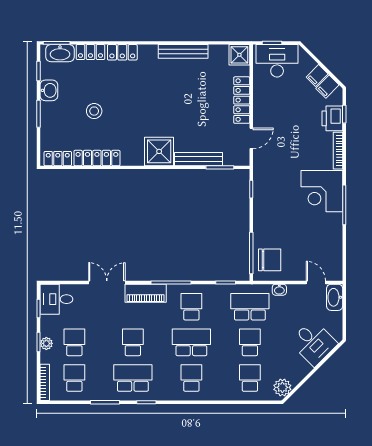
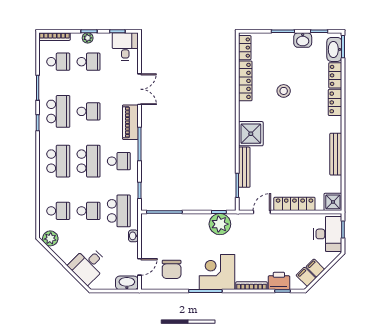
stool: (94, 111) -> (284, 91), moved
door: (251, 138) -> (262, 212), swing flipped
plant: (265, 188) -> (220, 224), added
chair: (270, 260) -> (172, 269), moved
school desk: (191, 378) -> (58, 161), width x1.85

